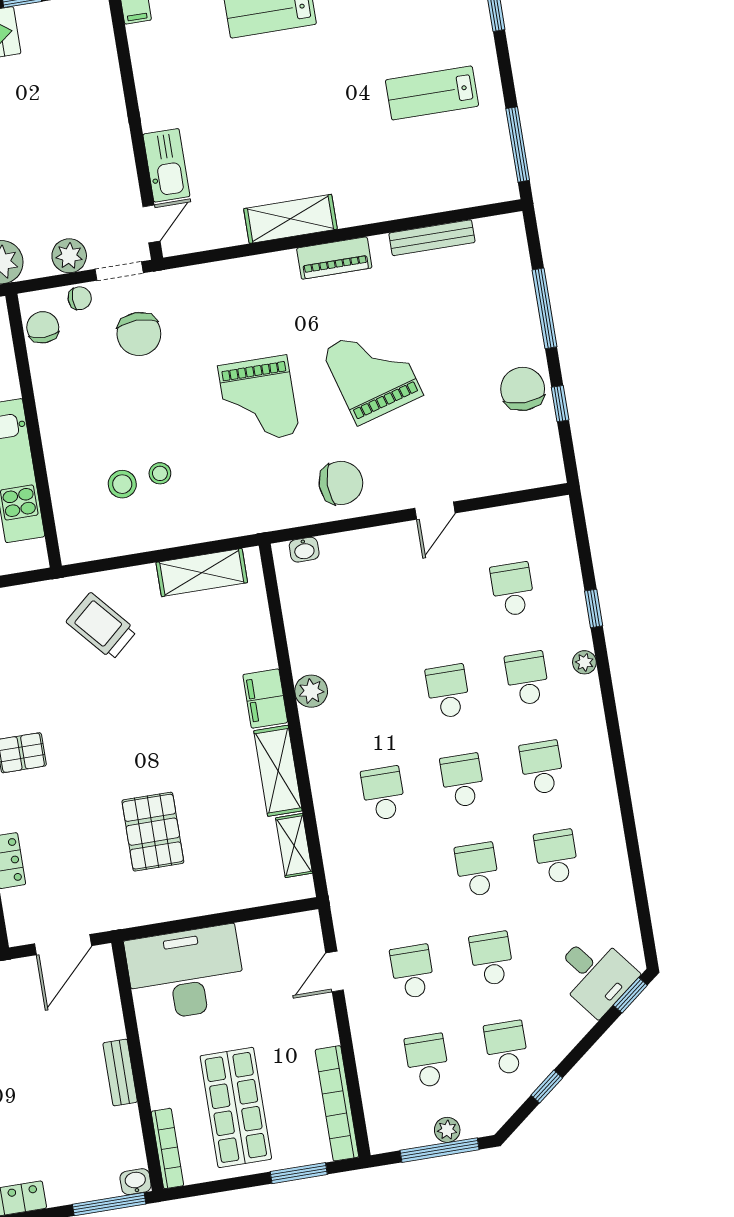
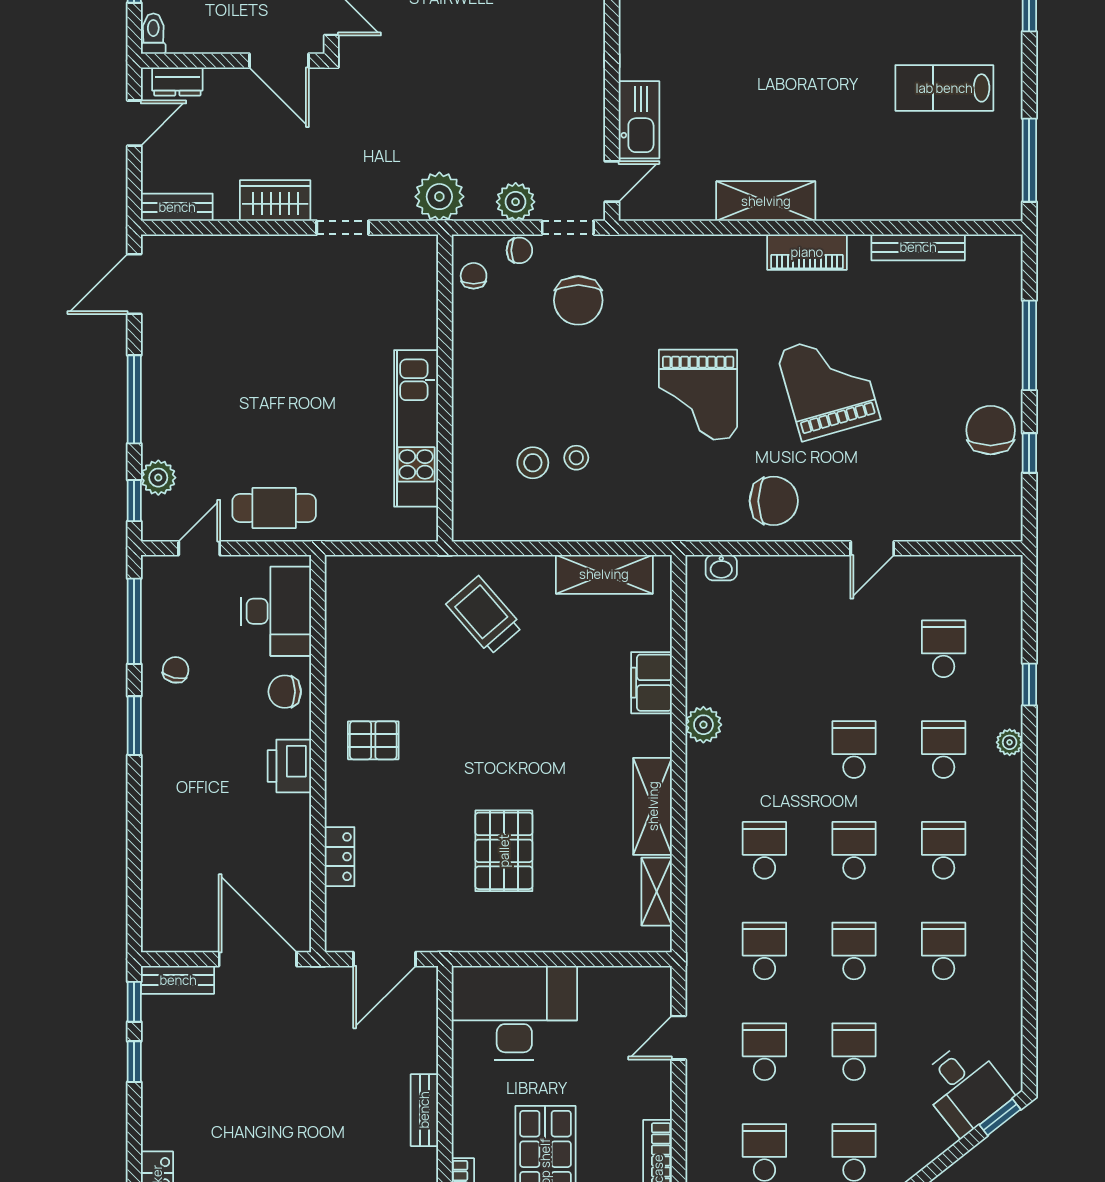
chair: (43, 327) -> (474, 276), width x0.73, depth x0.73
filing cabinet: (265, 699) -> (652, 683), moved
school desk: (398, 882) -> (764, 951), added

